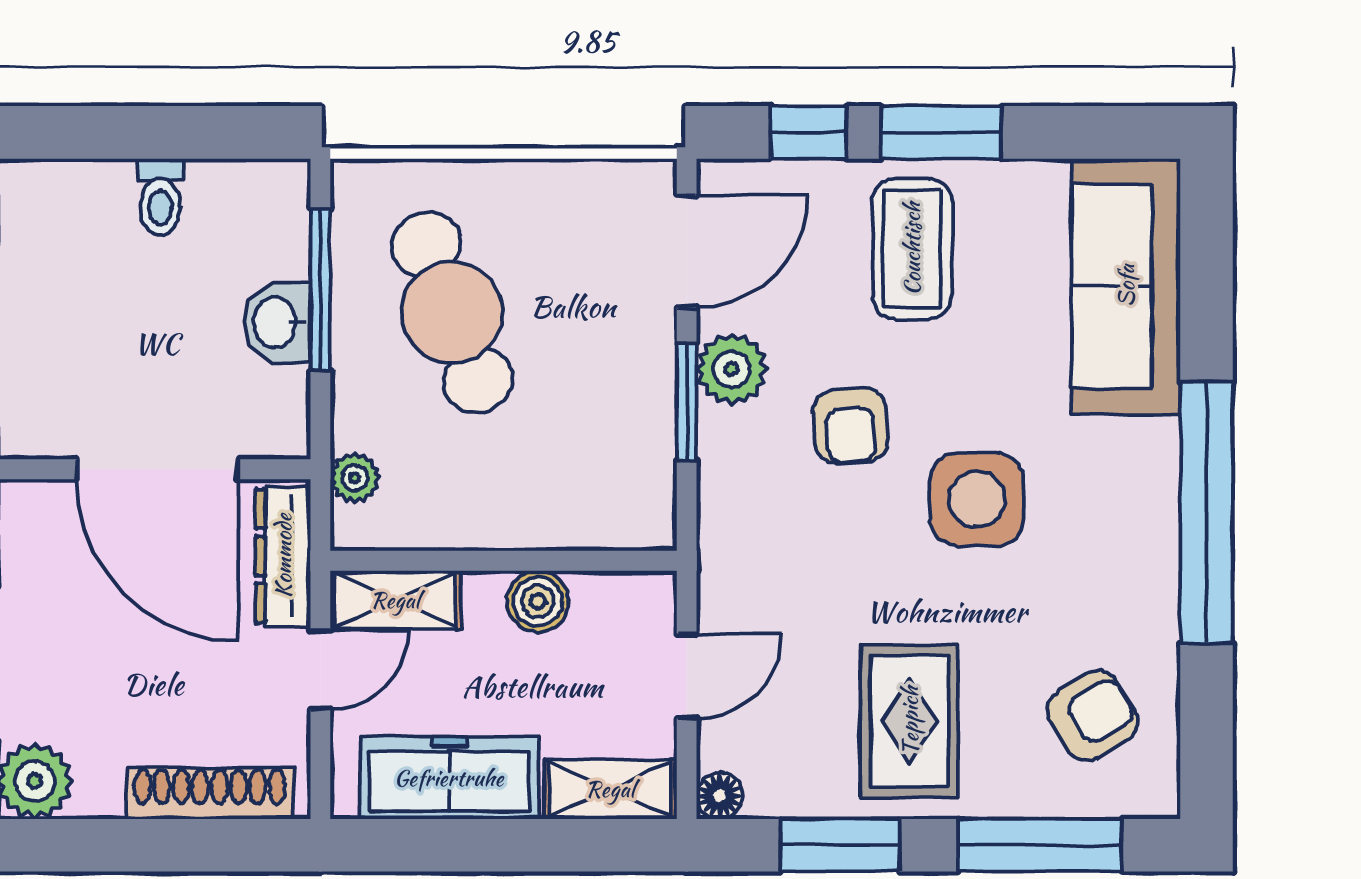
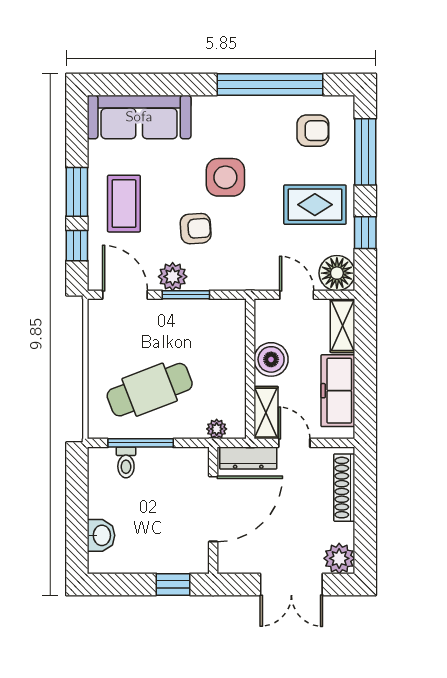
toilet: (160, 197) -> (126, 462), moved, turned 90
coffee table: (912, 249) -> (124, 204), turned 90
washbasin: (277, 322) -> (101, 535), moved, turned -90
window: (1207, 513) -> (270, 84), moved
boiler: (538, 601) -> (271, 359), width x1.36, depth x1.36
armchair: (1093, 716) -> (313, 131), turned 121
floor lamp: (720, 796) -> (337, 273), width x1.89, depth x1.89
window: (840, 845) -> (365, 233), width x0.67

